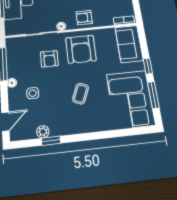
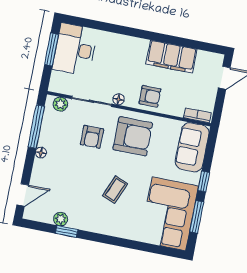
armchair: (84, 18) -> (150, 96), turned 180
plant: (18, 42) -> (60, 104), added
armchair: (81, 49) -> (133, 136), turned -90
side table: (33, 93) -> (61, 172), removed

